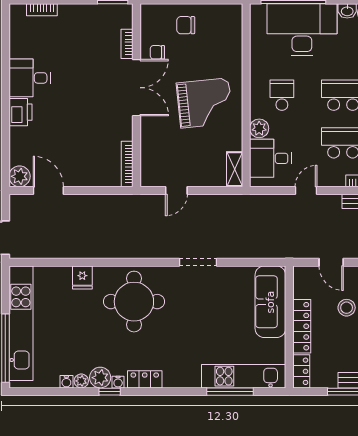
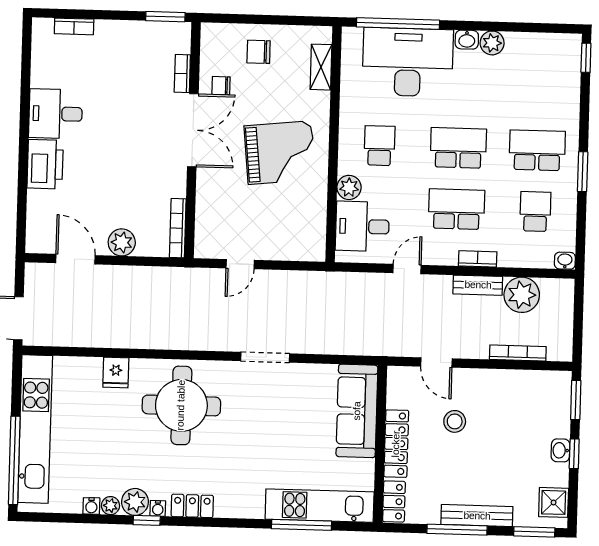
printer: (20, 112) -> (45, 164), width x1.37, depth x1.19
shelving: (235, 169) -> (321, 67), moved
plant: (20, 176) -> (122, 242), moved

